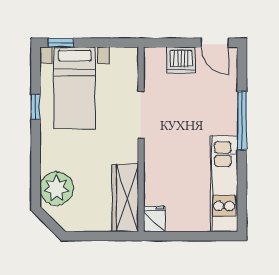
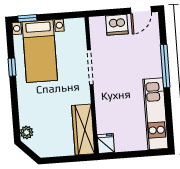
door: (215, 43) -> (141, 10), hinge flipped
plant: (57, 188) -> (27, 132), width x0.53, depth x0.53

